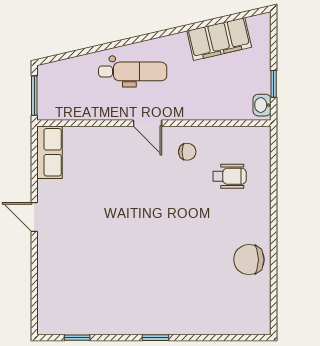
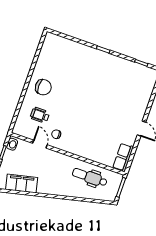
dental chair: (133, 71) -> (90, 177), moved
door: (148, 123) -> (40, 144), moved
chair: (249, 260) -> (43, 87), moved

